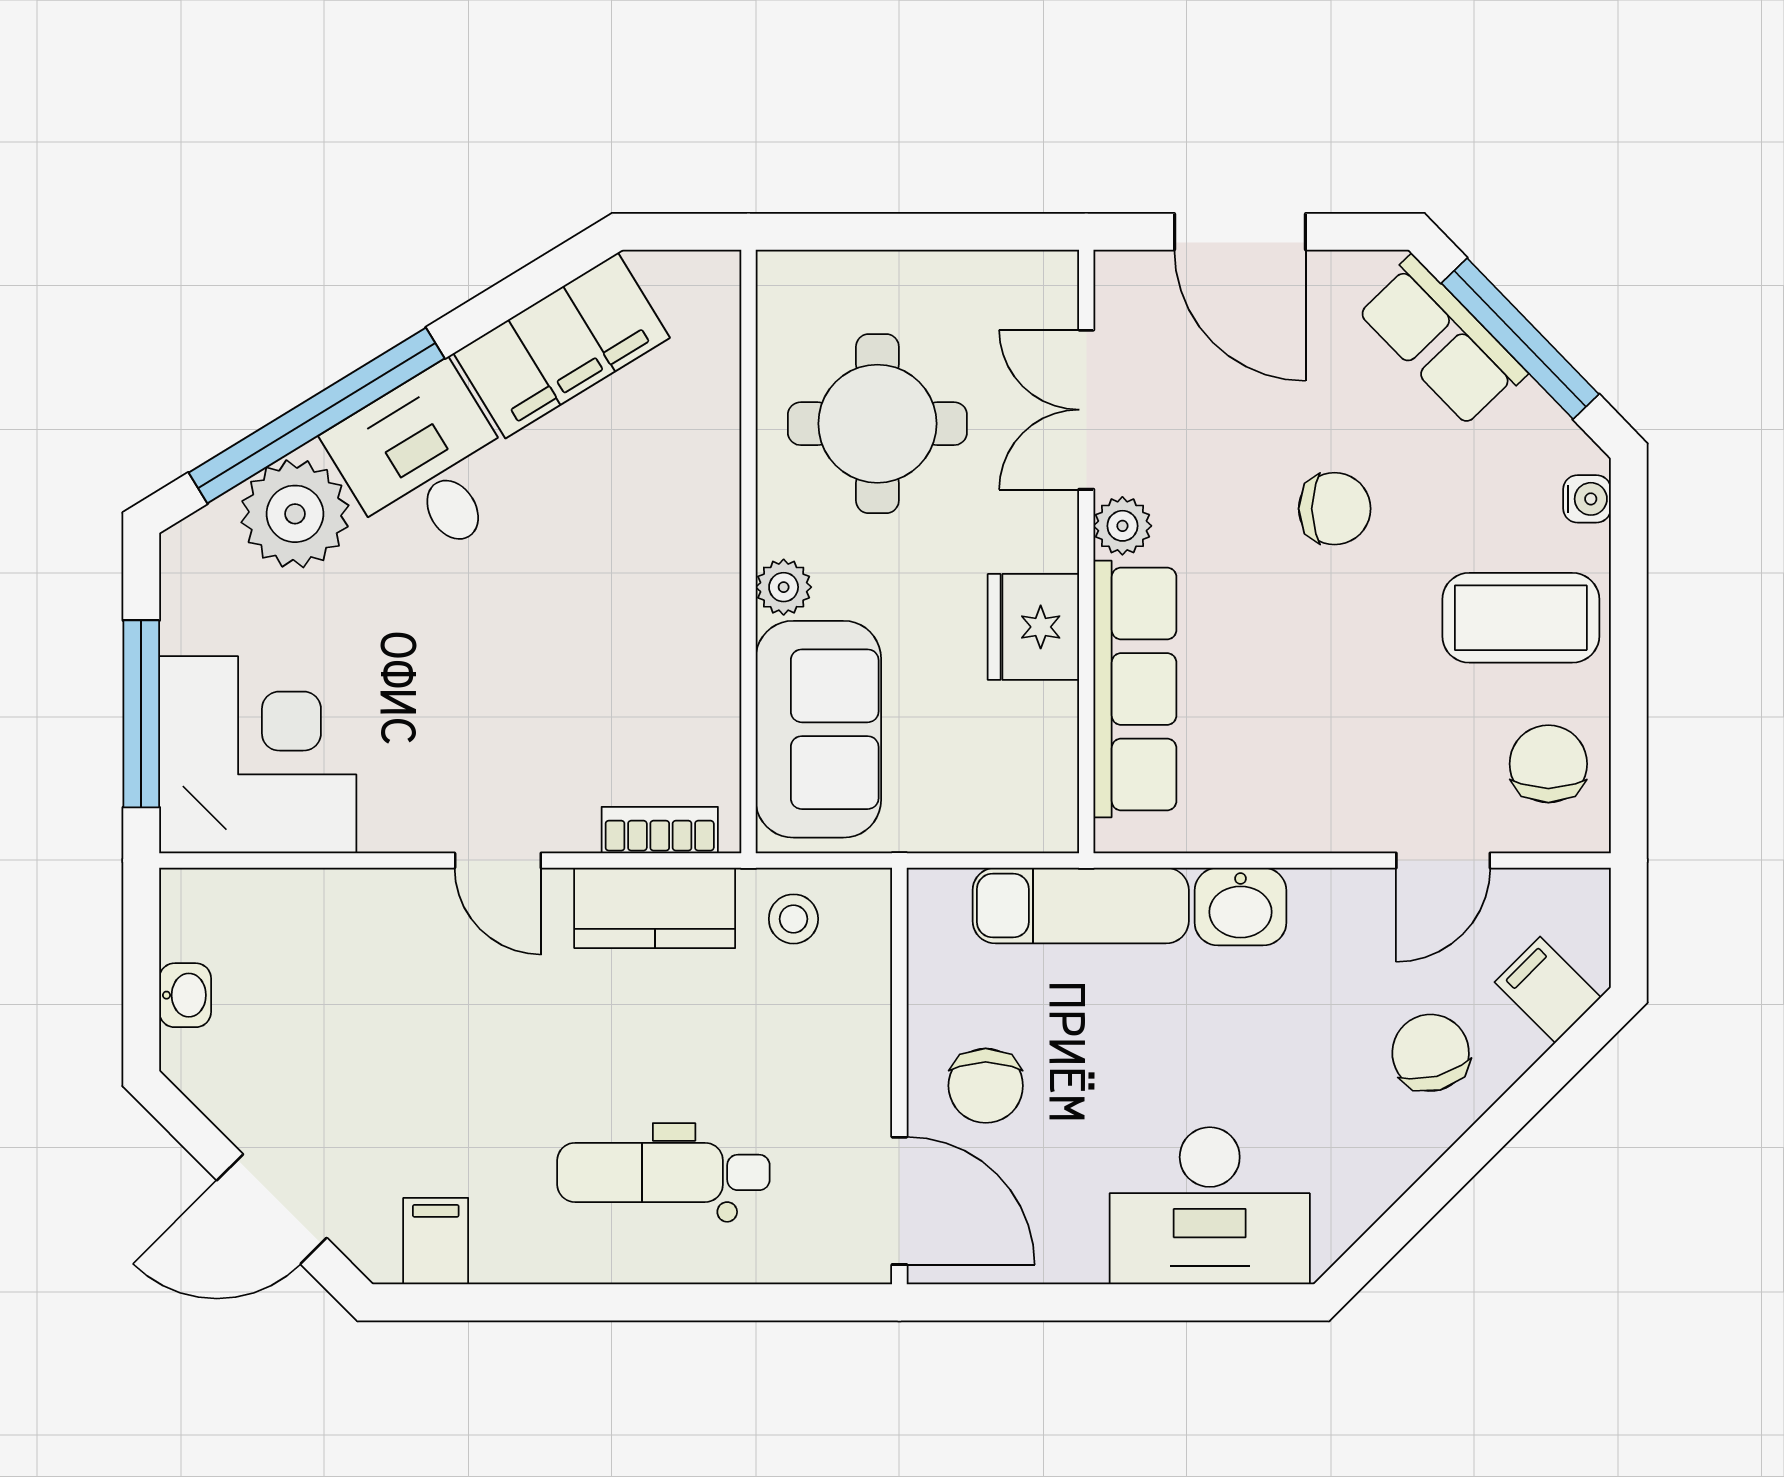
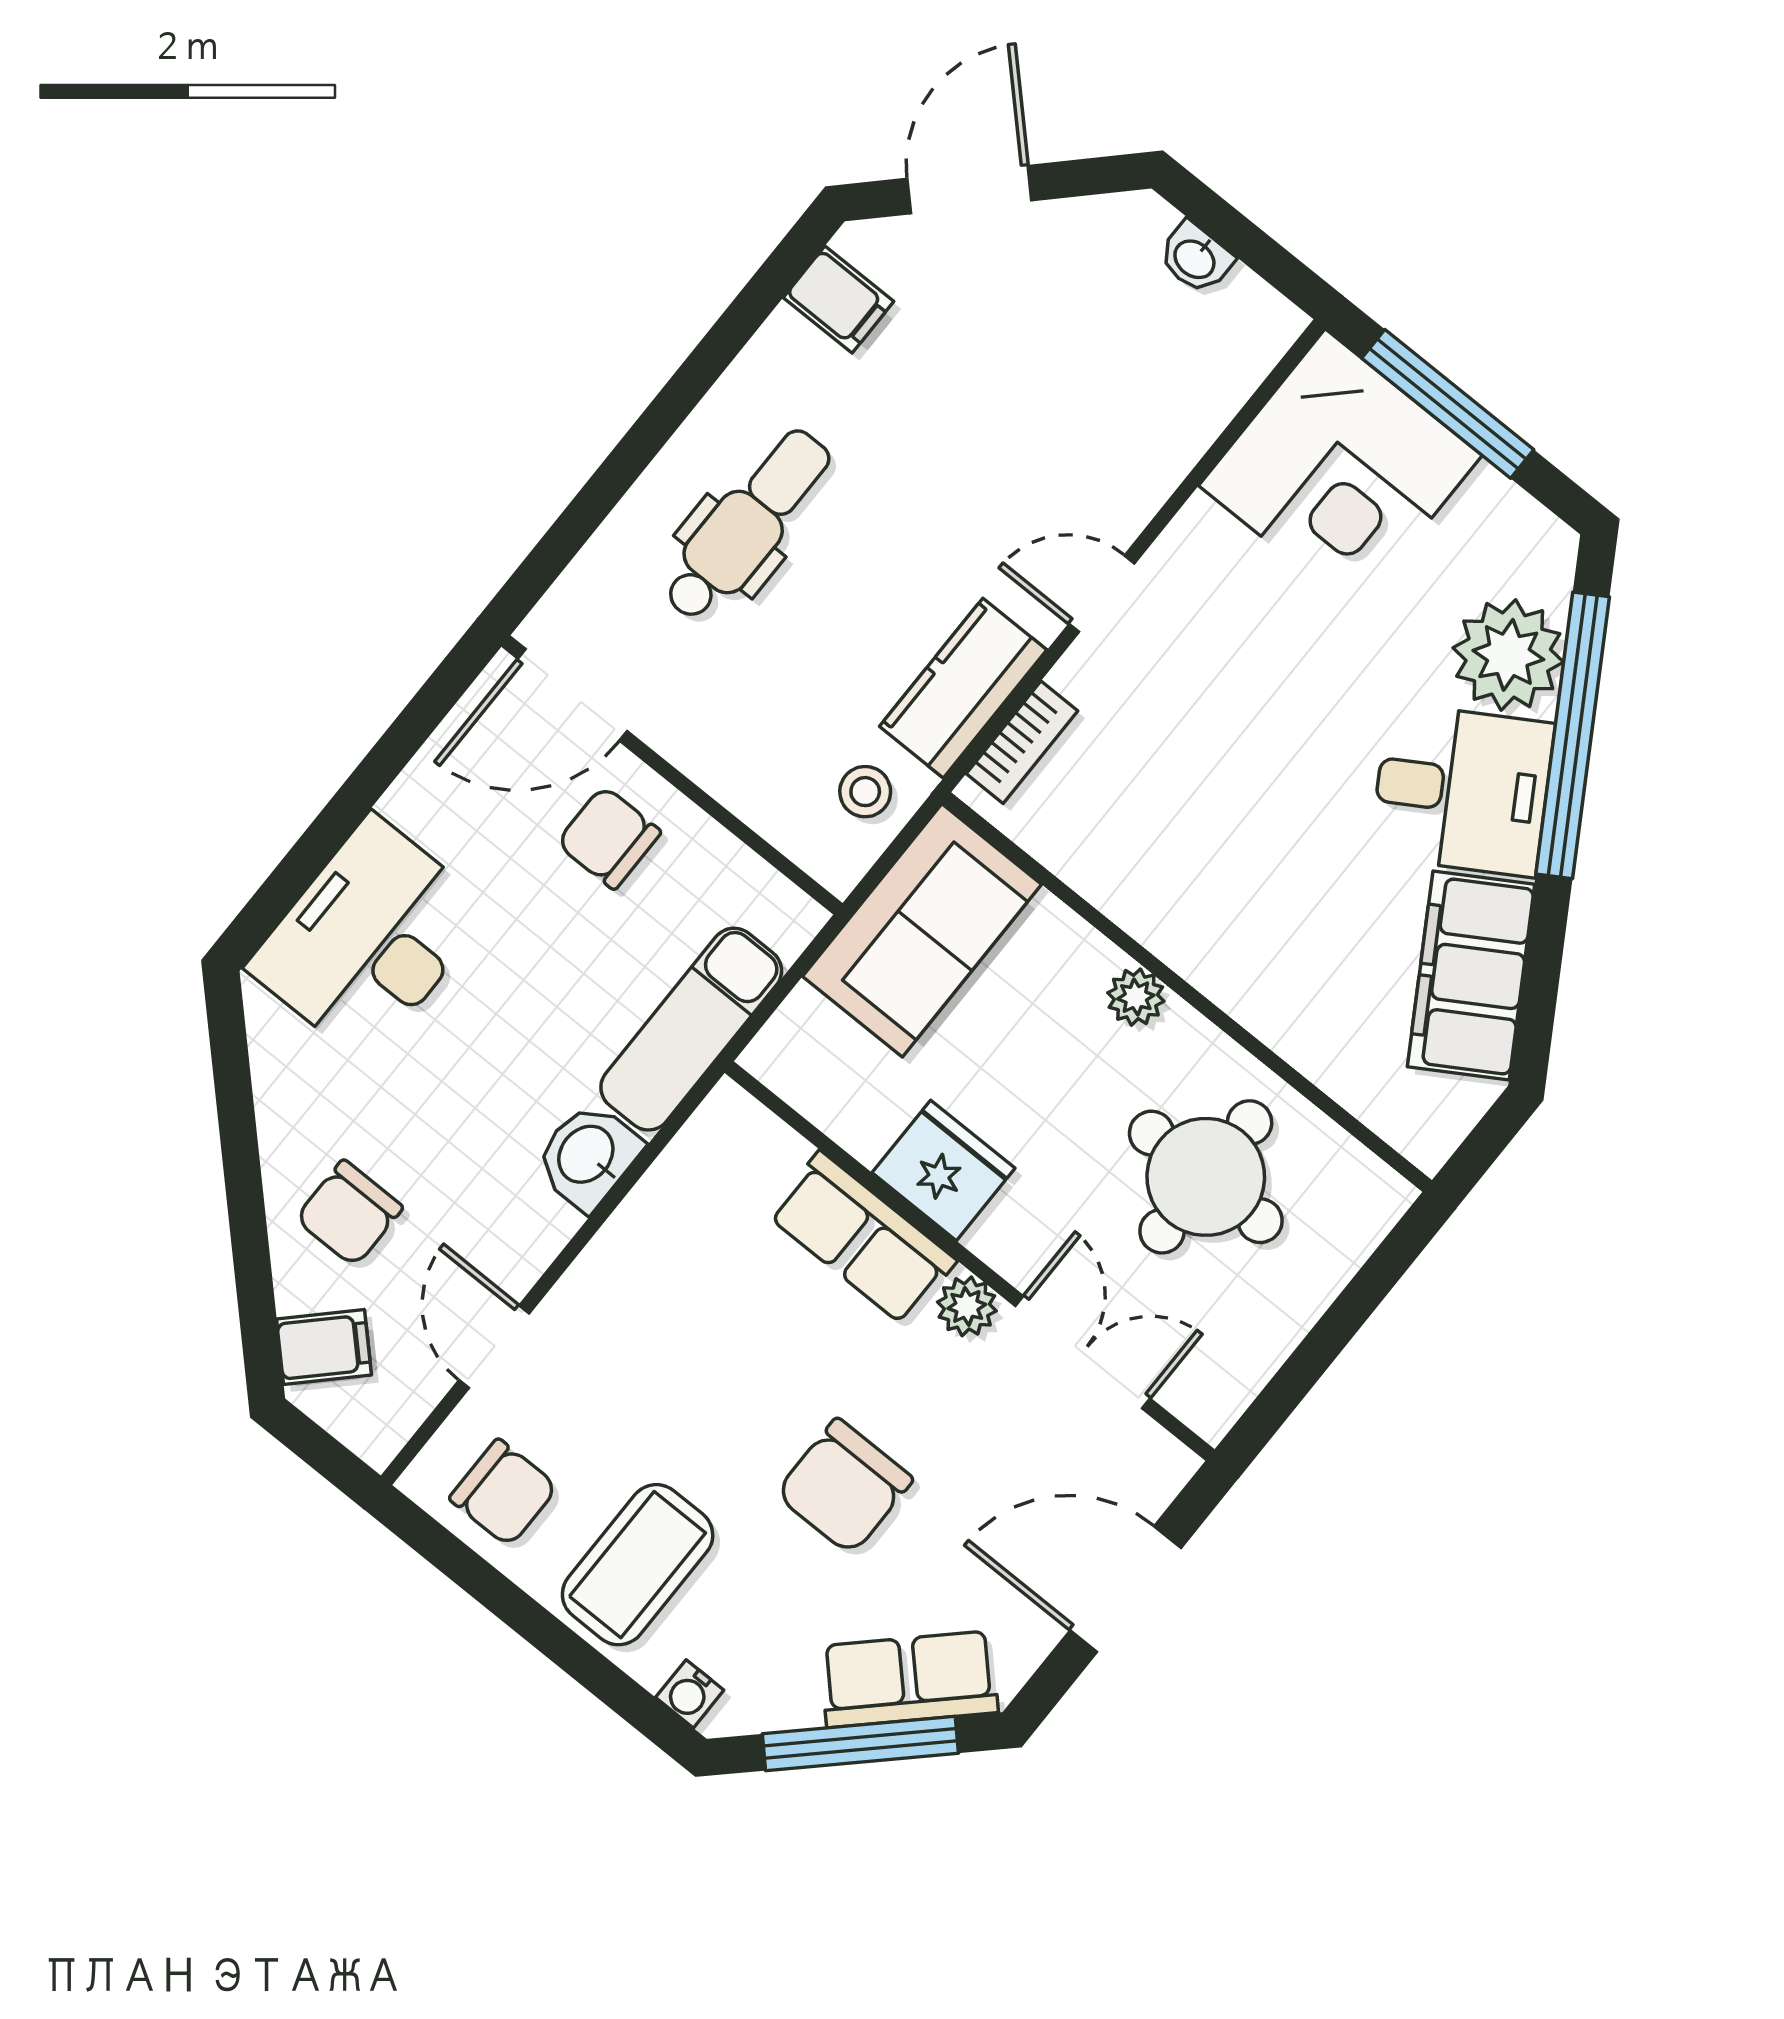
chair: (1335, 509) -> (844, 1486), width x1.37, depth x1.37
row of seats: (1135, 689) -> (862, 1238), width x0.68
sofa: (818, 729) -> (922, 930), moved, turned -90
chair: (1431, 1053) -> (349, 1213), turned 105

